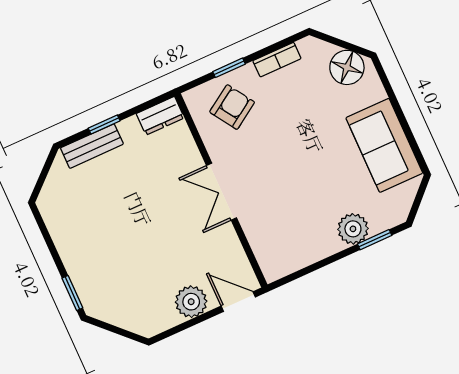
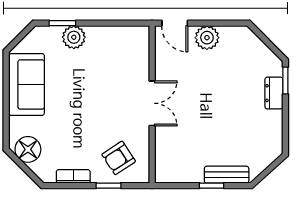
dresser: (160, 116) -> (274, 93), moved, turned -90

